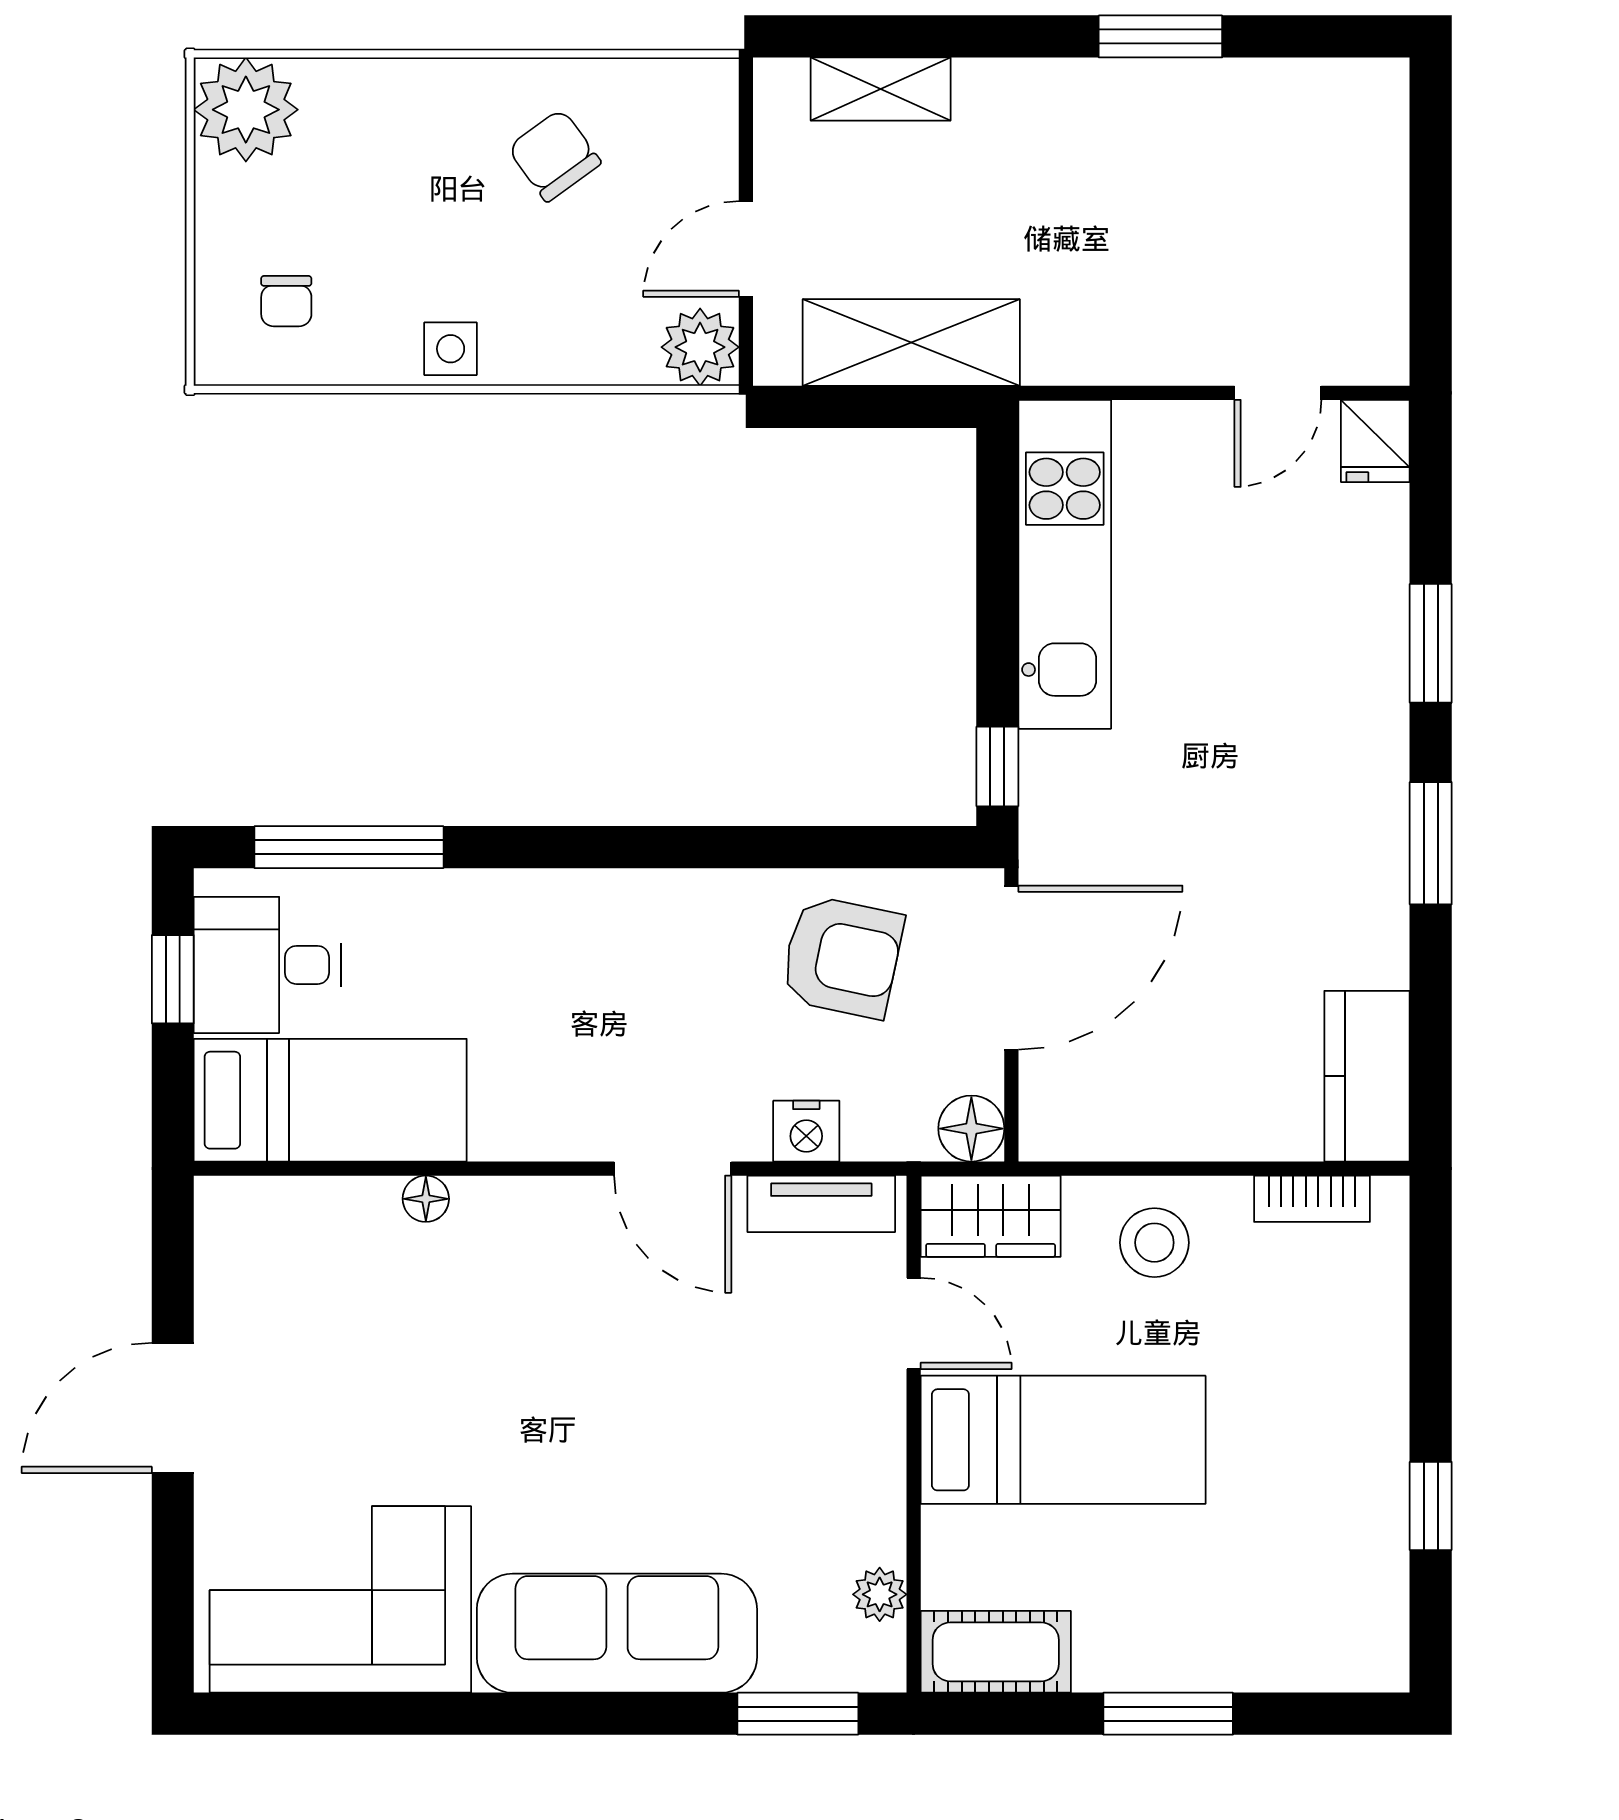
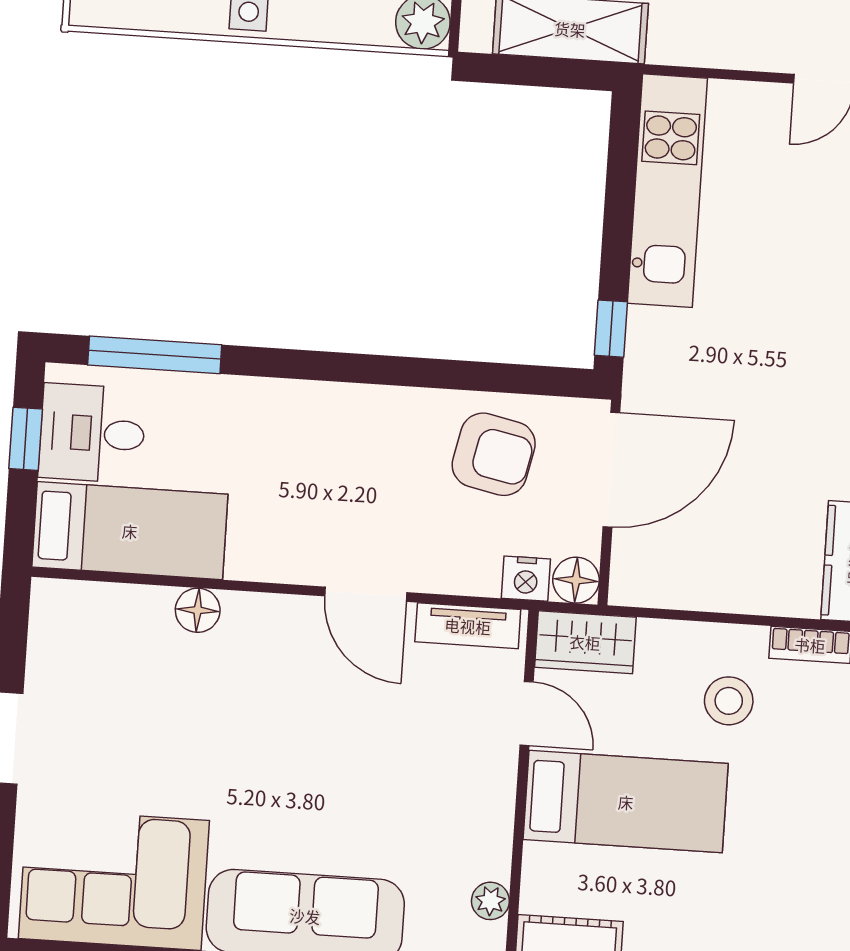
nightstand: (806, 1131) -> (526, 579), moved
floor lamp: (426, 1199) -> (198, 610), width x1.37, depth x1.37
stool: (1154, 1243) -> (729, 701), moved

